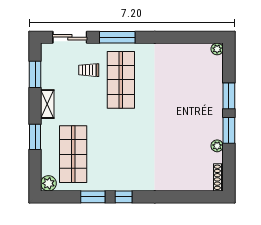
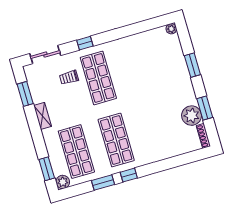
window: (117, 37) -> (85, 43), width x0.46
window: (229, 130) -> (205, 108), moved
window: (35, 137) -> (47, 169), moved
plant: (217, 146) -> (192, 116), width x1.88, depth x1.88
shop shelf: (121, 154) -> (116, 140), added

